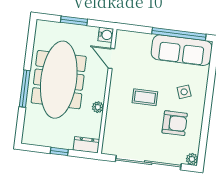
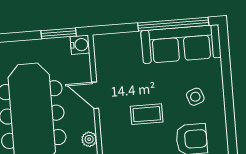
window: (74, 21) -> (59, 33), moved
door: (111, 58) -> (95, 95), moved

